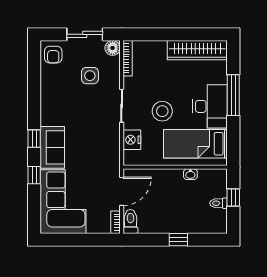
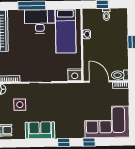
stool: (162, 111) -> (44, 54), removed
nightstand: (132, 140) -> (75, 75), moved
sofa: (52, 147) -> (40, 130), moved

